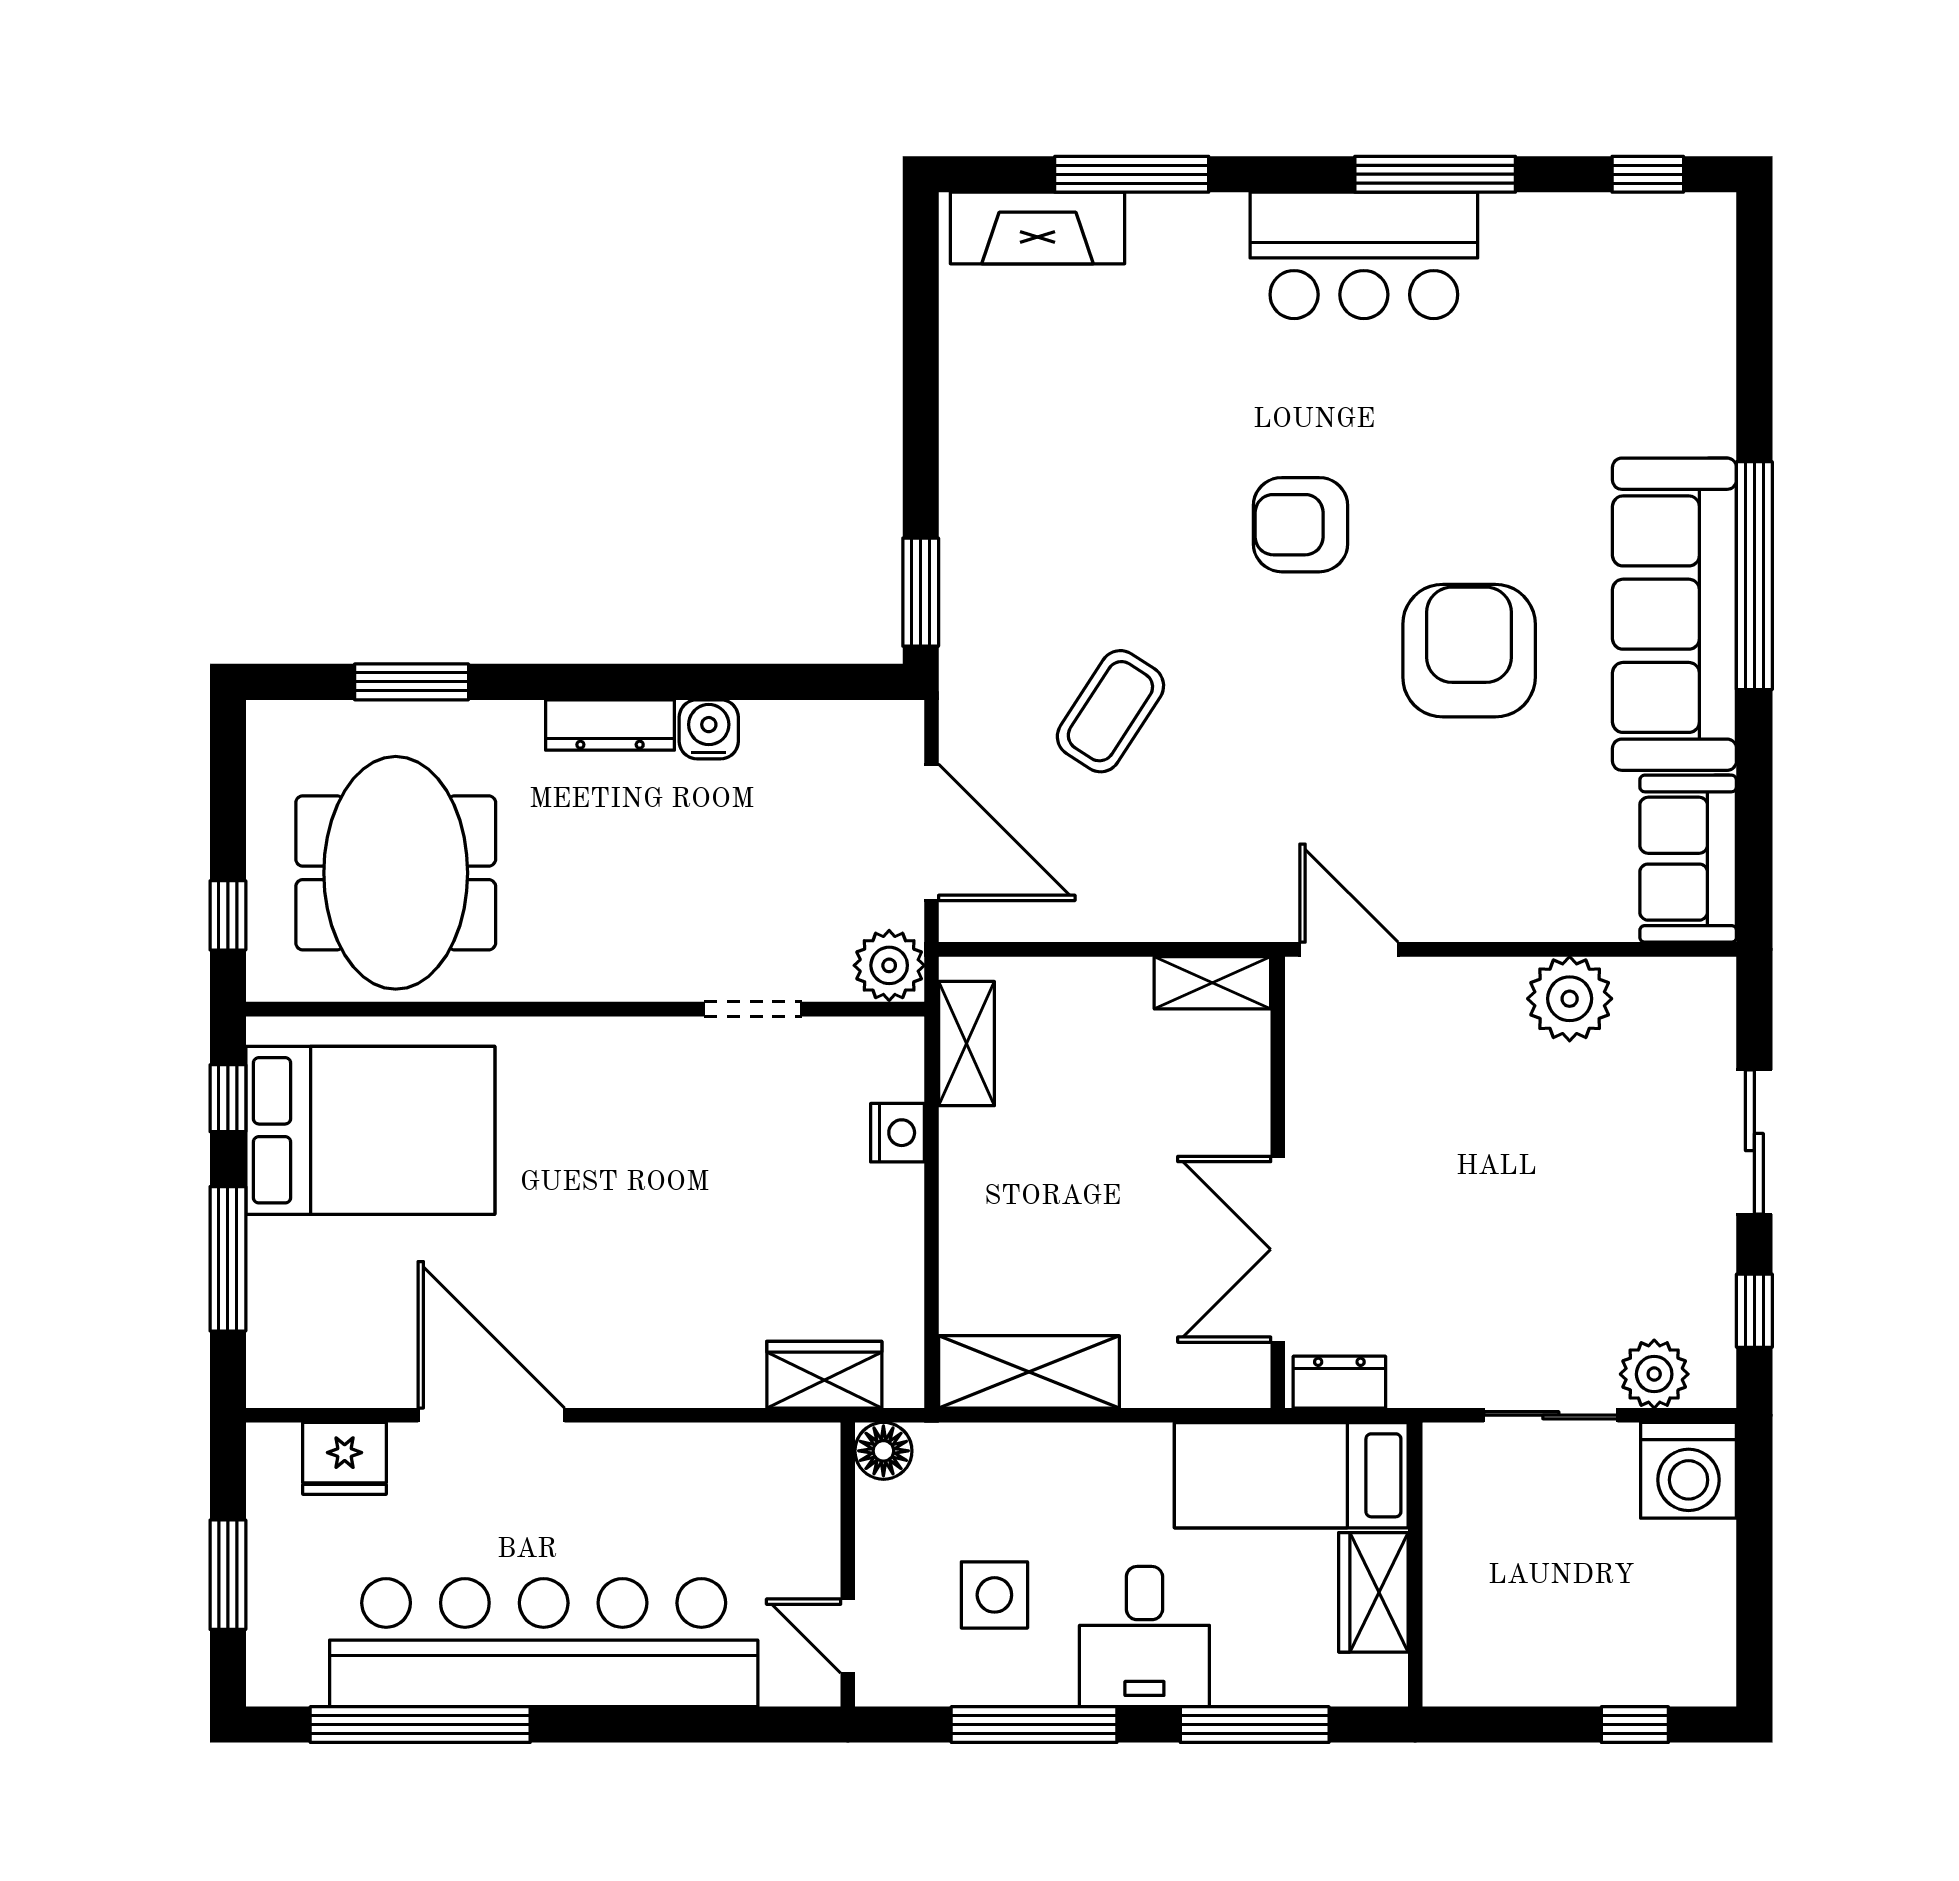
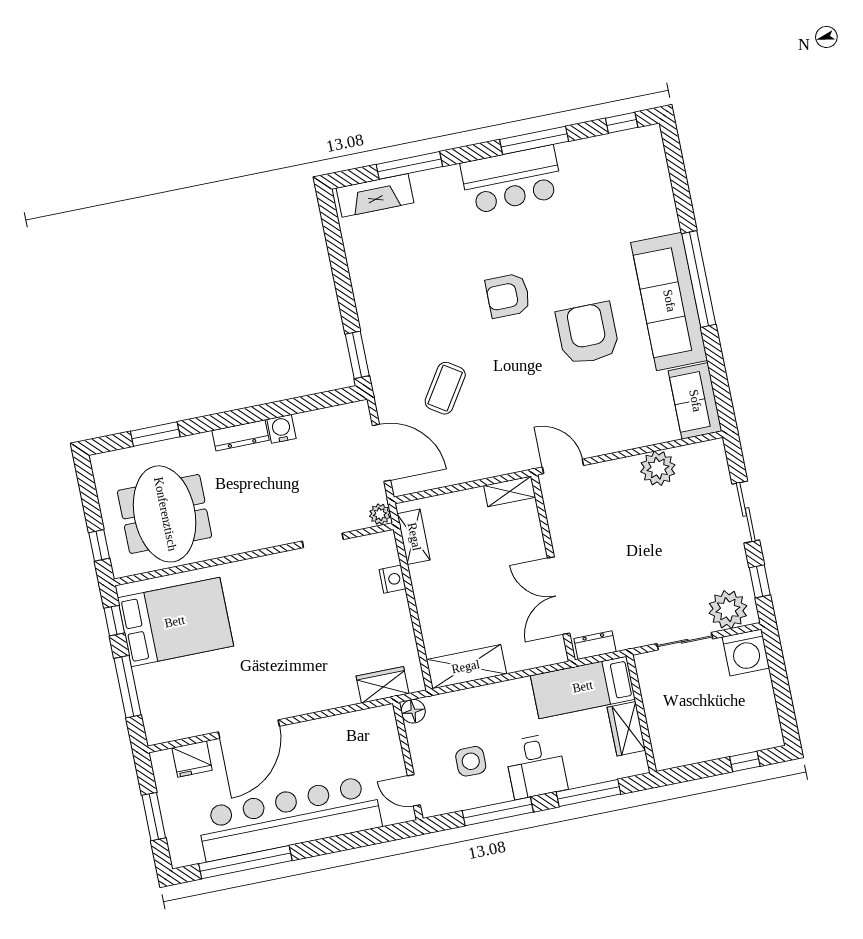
plant: (889, 965) -> (380, 514), width x0.73, depth x0.73
plant: (1654, 1374) -> (728, 610), width x1.36, depth x1.36
door: (491, 1415) -> (249, 729), swing flipped

